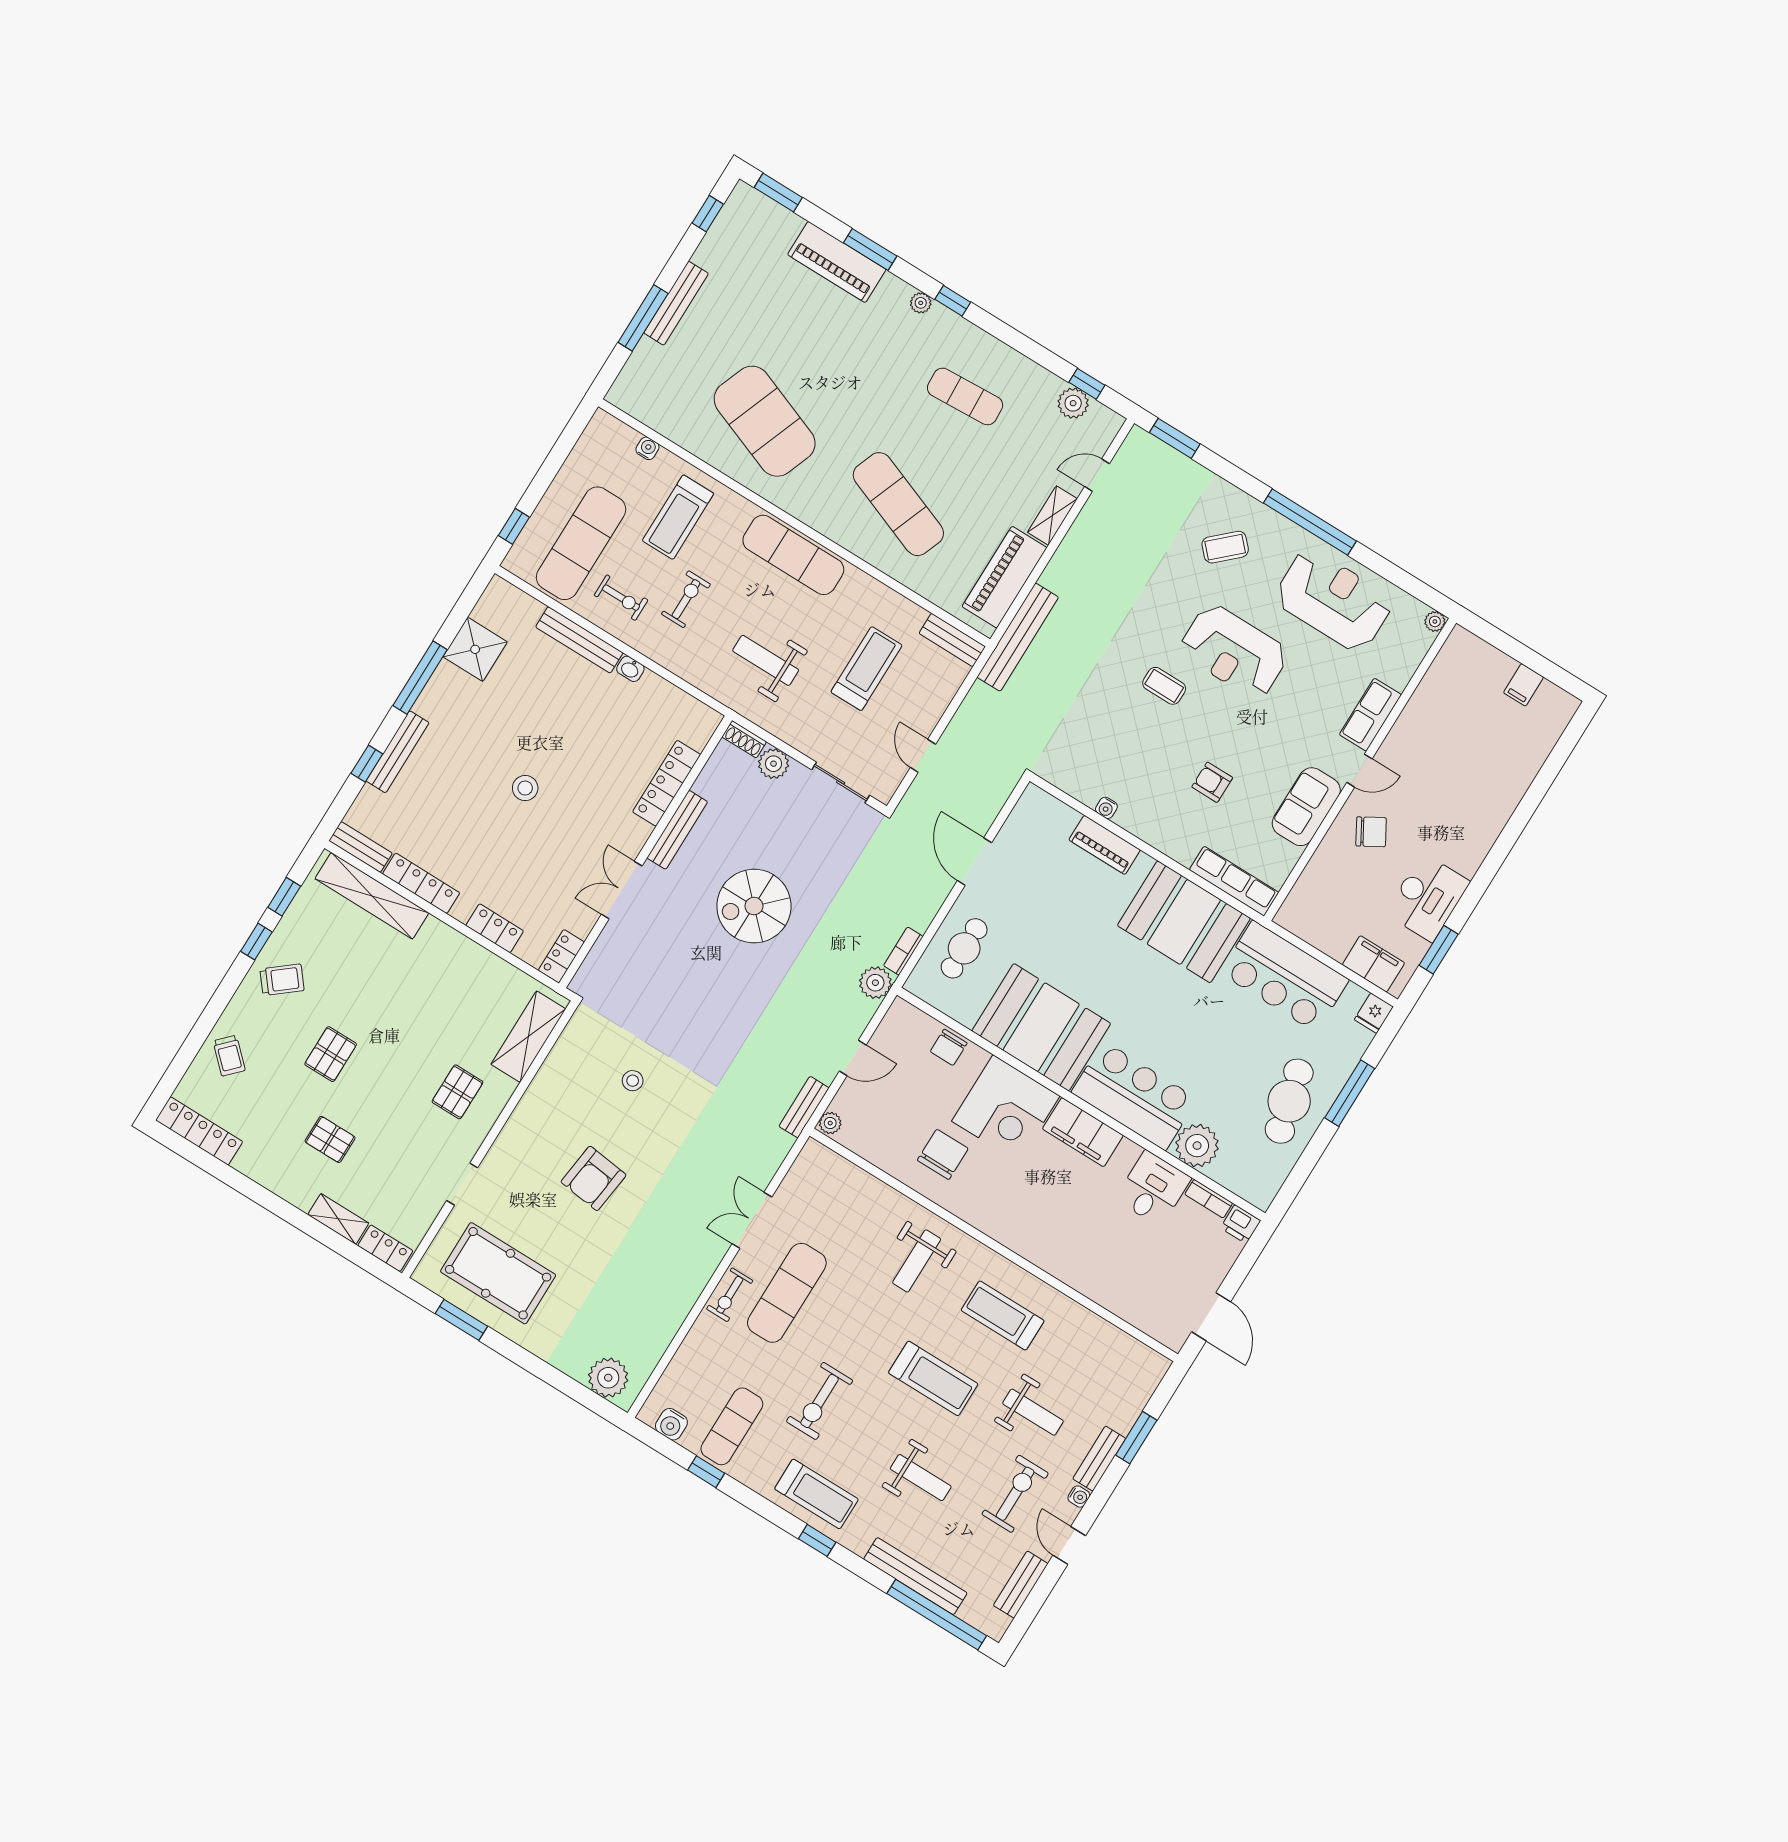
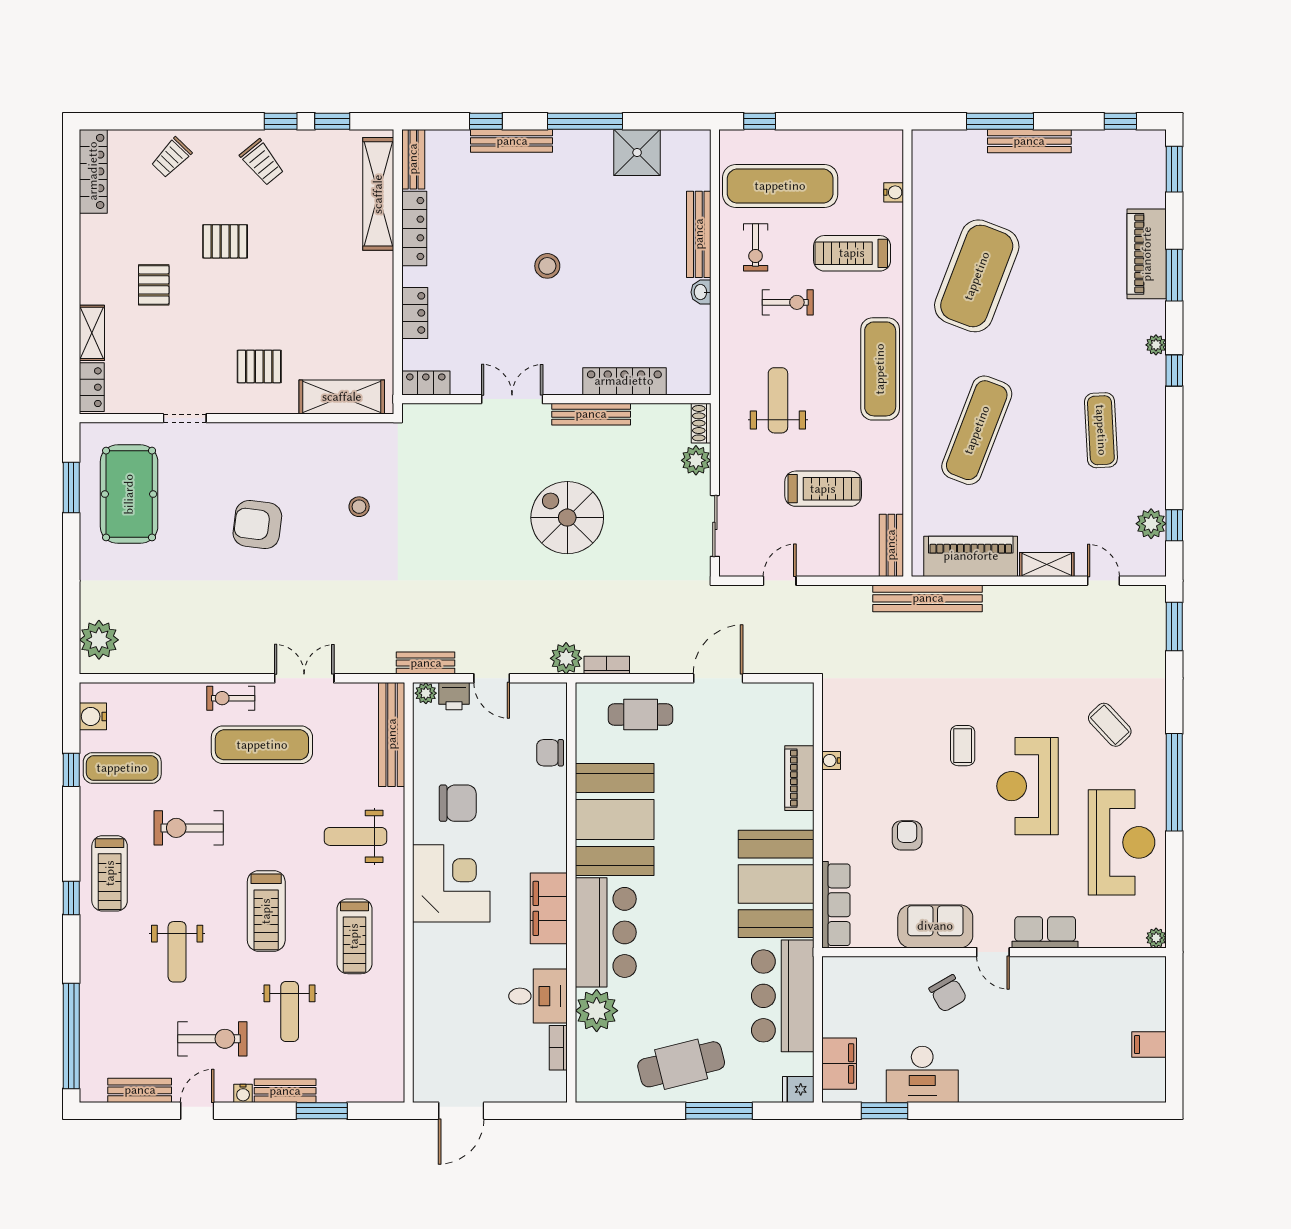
corner desk: (1006, 1109) -> (451, 883), moved, turned 180
printer: (1240, 1224) -> (454, 696), moved, turned -90
treadmill: (1003, 1315) -> (354, 936), turned 180
bench: (915, 1576) -> (392, 734), moved

